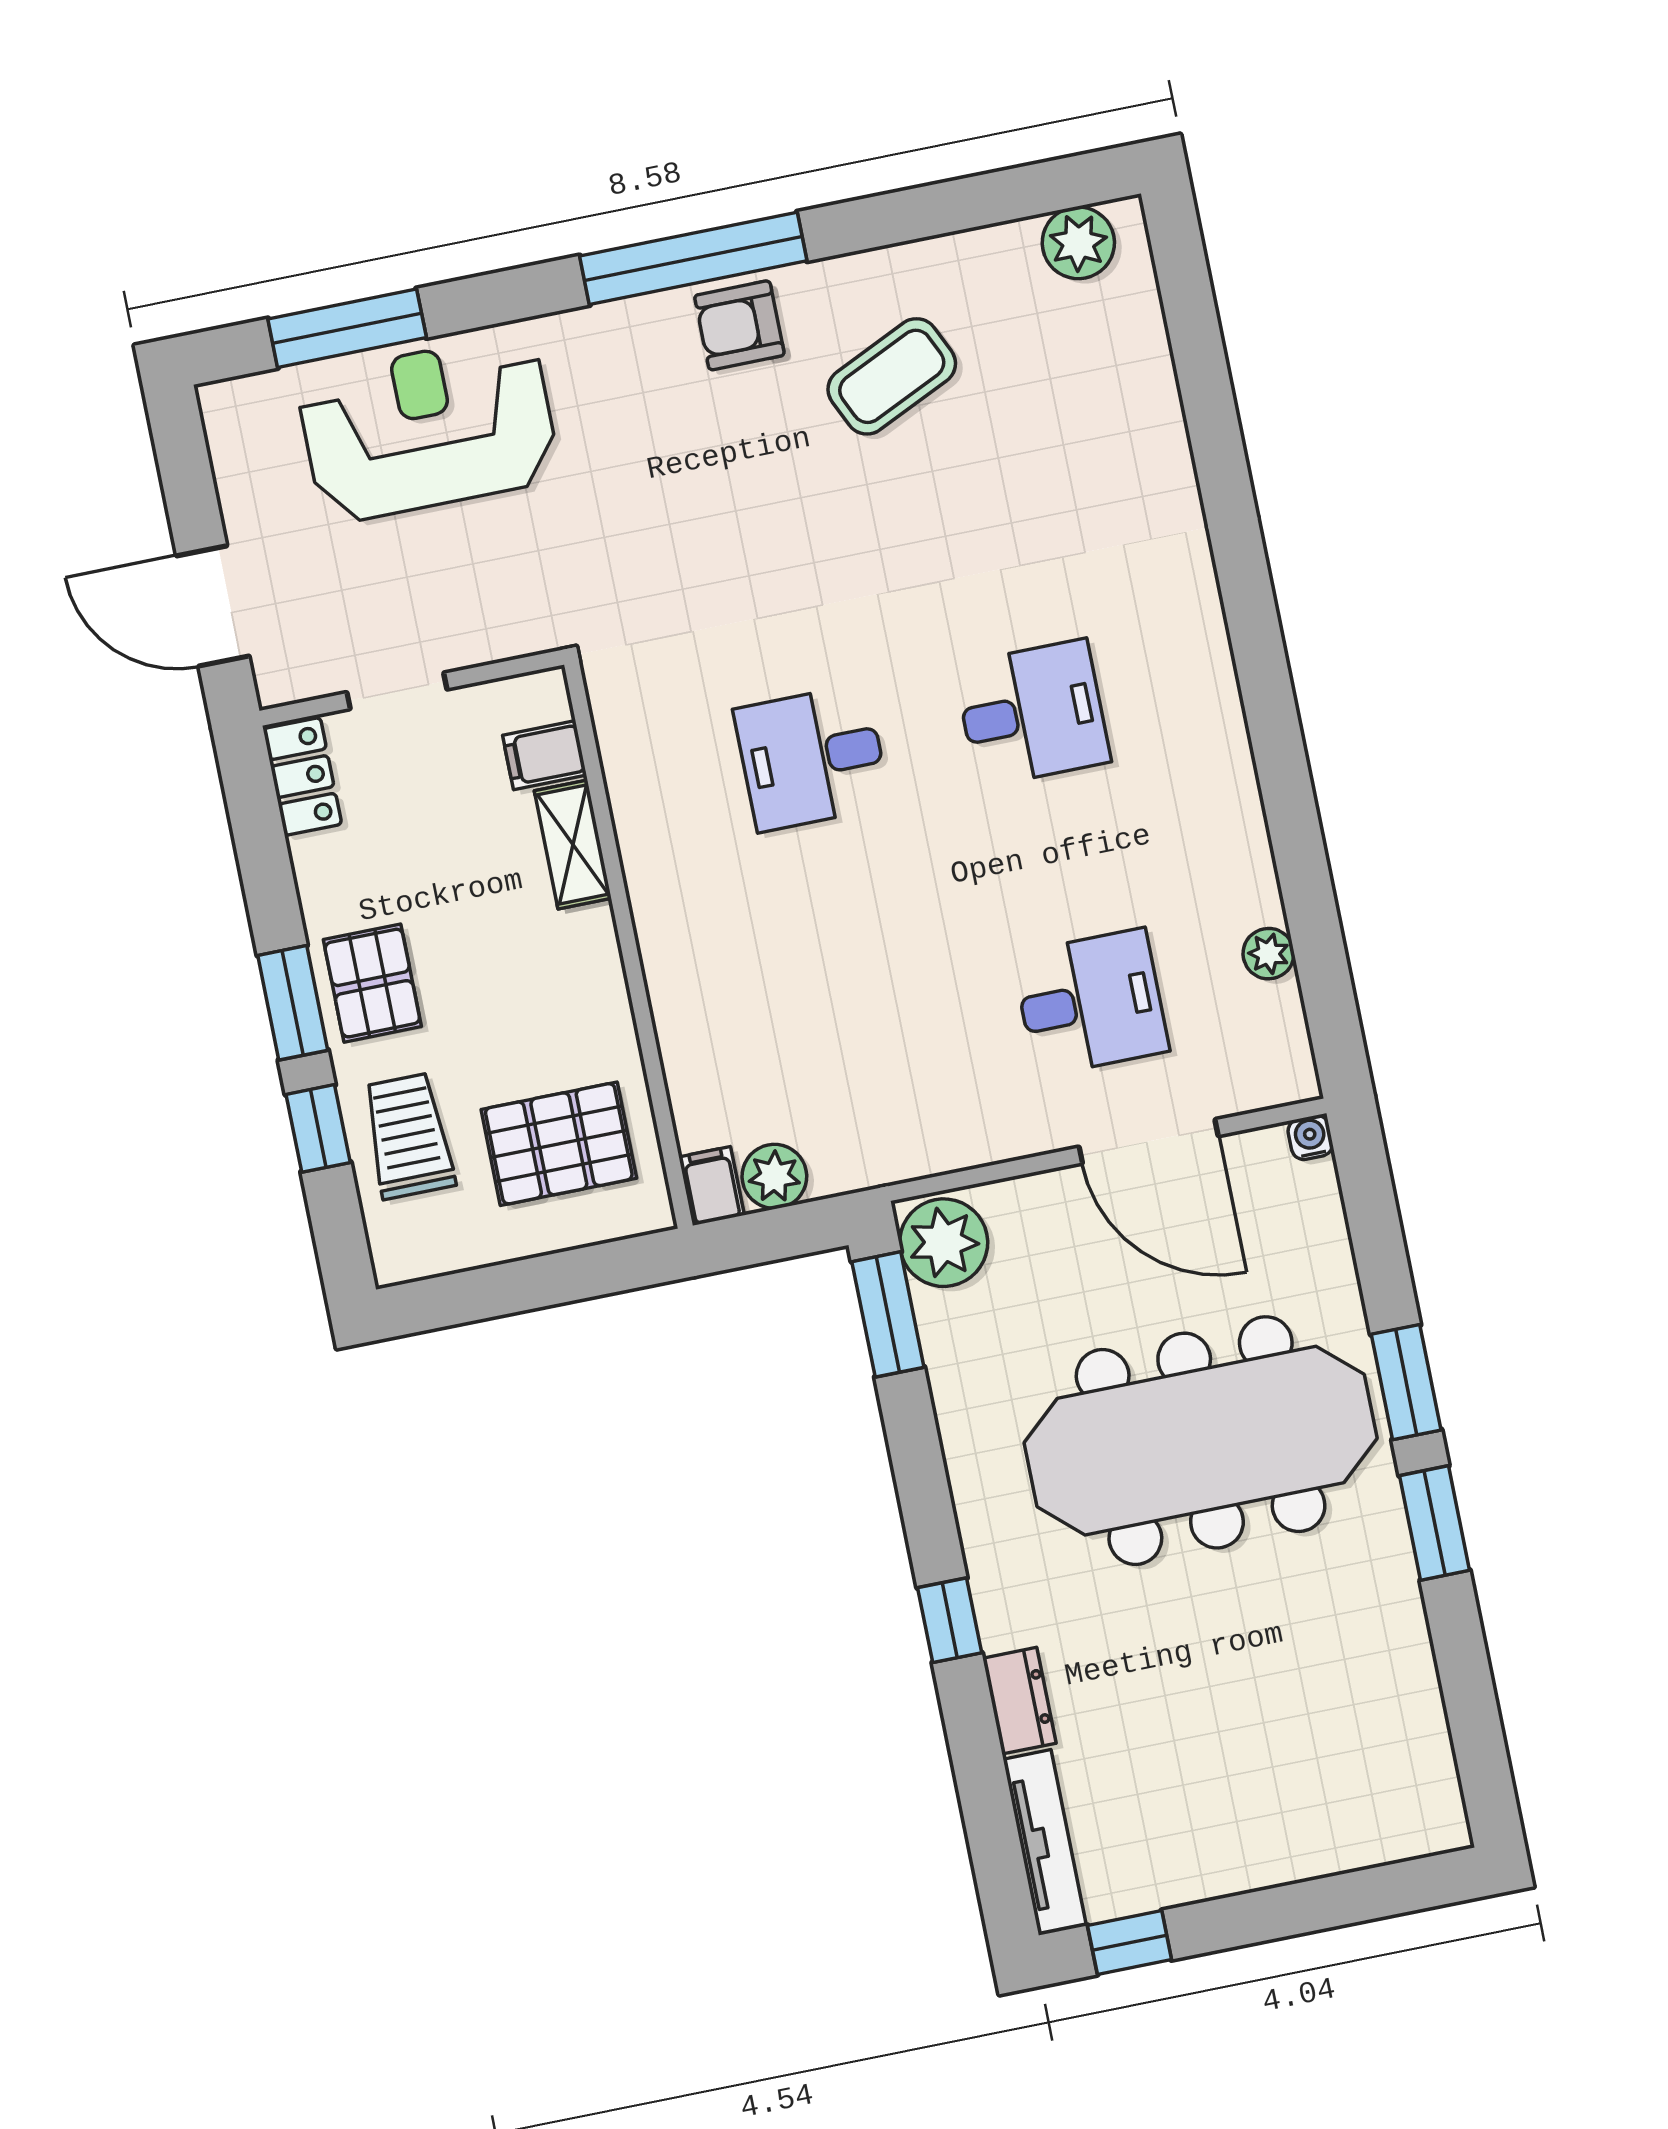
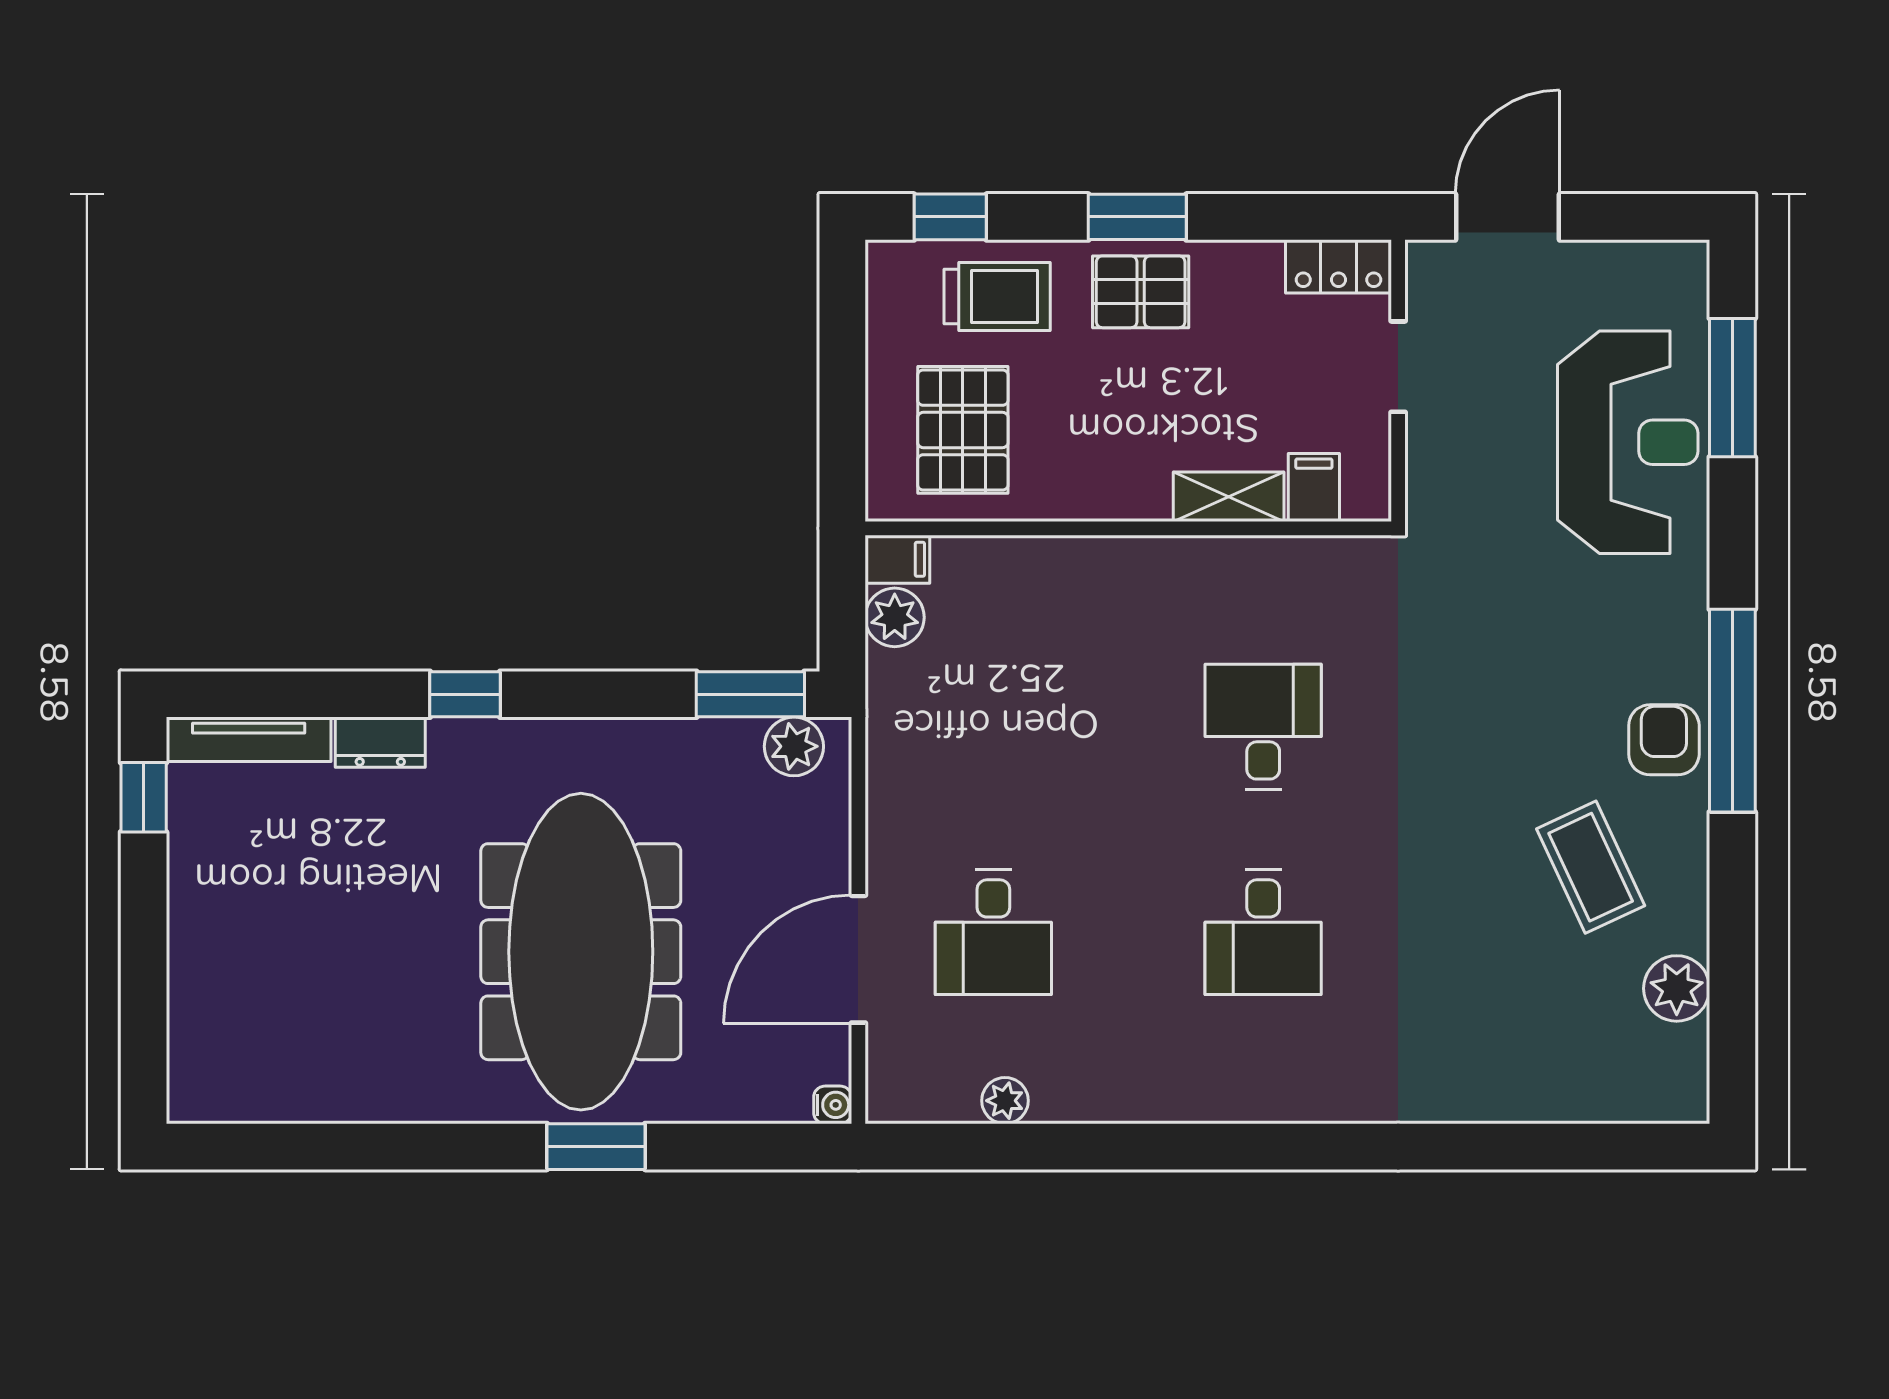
plant: (1078, 243) -> (1677, 988), moved
window: (318, 1128) -> (950, 217), moved
plant: (944, 1243) -> (794, 746), width x0.73, depth x0.73
window: (1435, 1523) -> (465, 1147), removed

